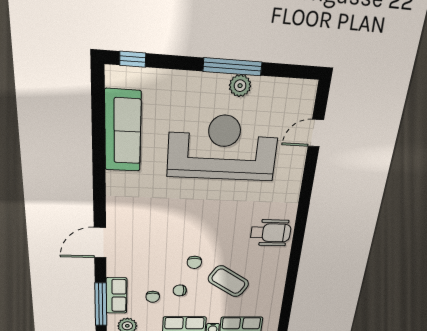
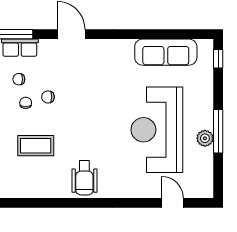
reception desk: (223, 148) -> (157, 130), turned 180
chair: (194, 262) -> (48, 97), moved
coffee table: (228, 281) -> (36, 146), turned 58

